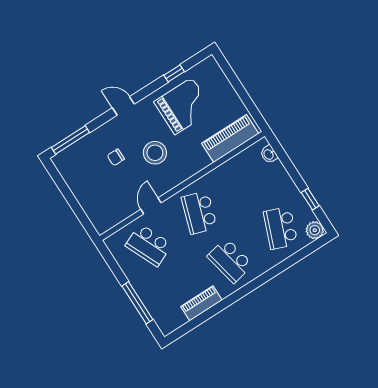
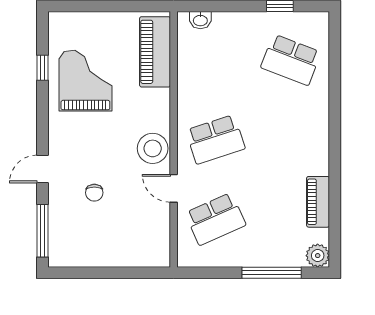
door: (123, 106) -> (42, 169), moved
stool: (155, 153) -> (153, 148), moved
school desk: (199, 213) -> (215, 139), turned -36
plant: (315, 230) -> (318, 256), moved
school desk: (230, 260) -> (291, 139), removed

